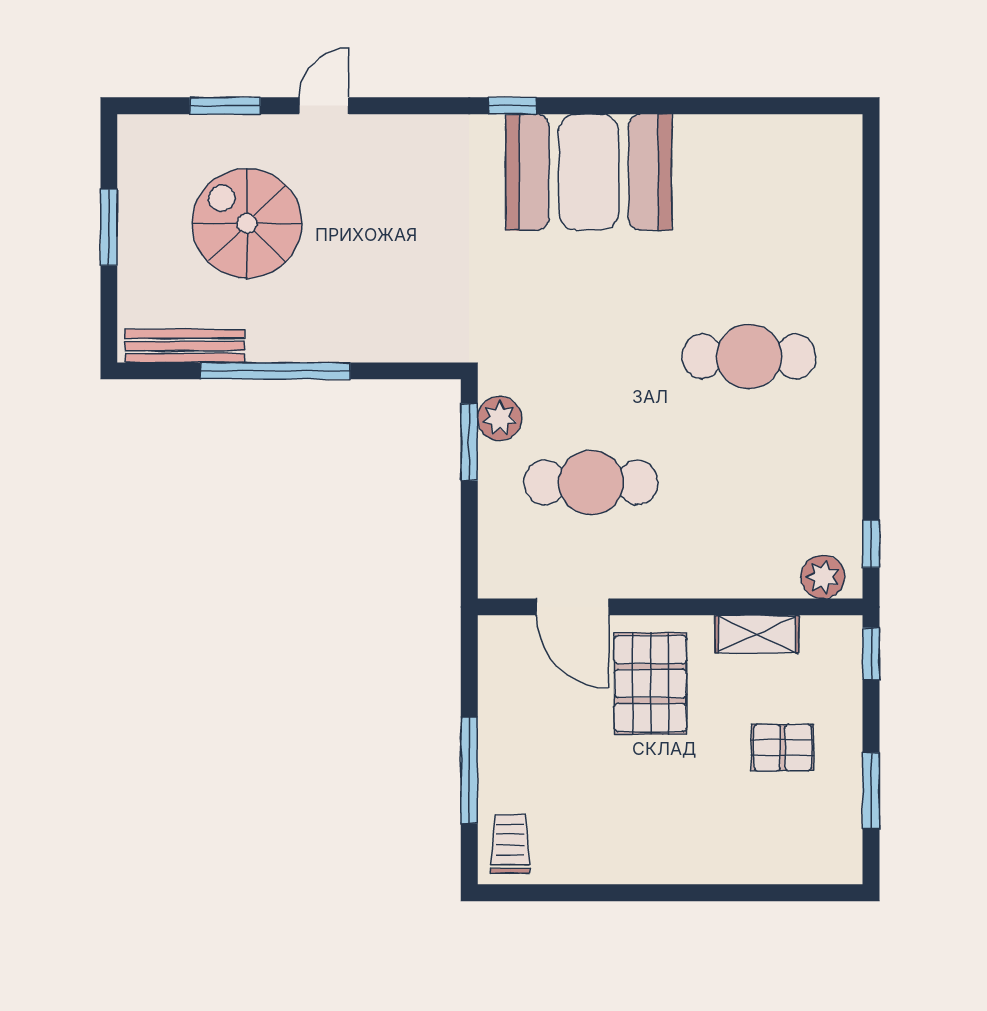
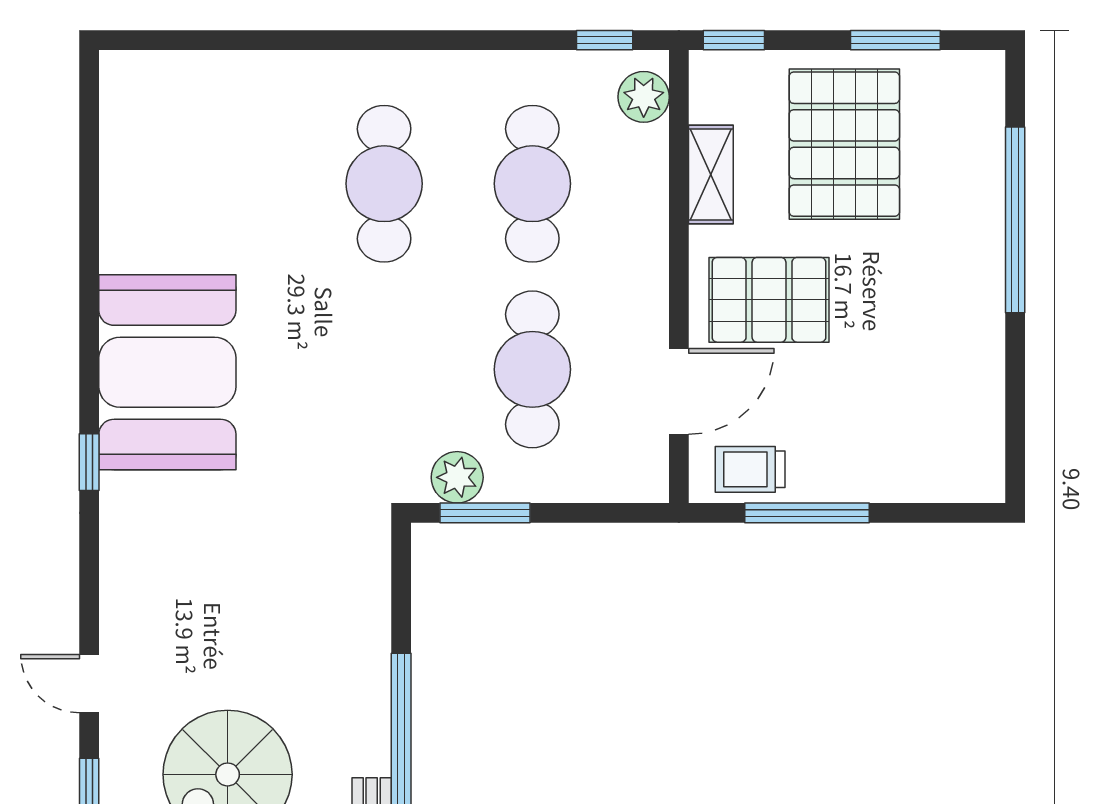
cafe table: (749, 482) -> (532, 184), added
pallet: (783, 748) -> (844, 144), width x2.05, depth x2.00
window: (469, 770) -> (807, 513), moved
trolley: (510, 844) -> (750, 469), moved
window: (718, 893) -> (1015, 220), added

